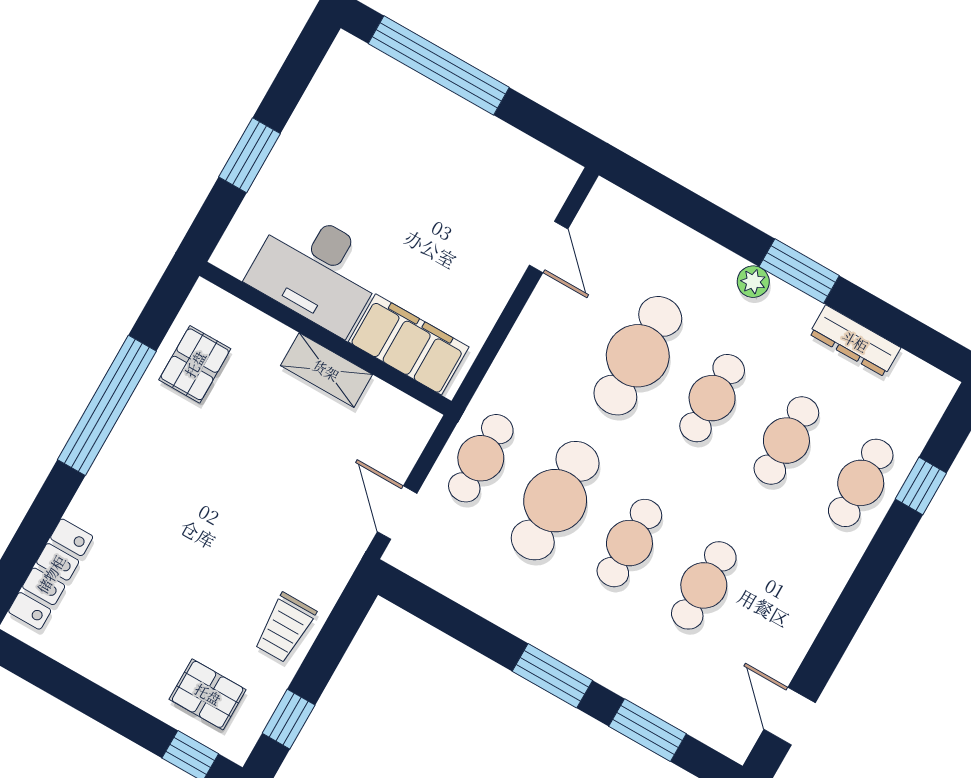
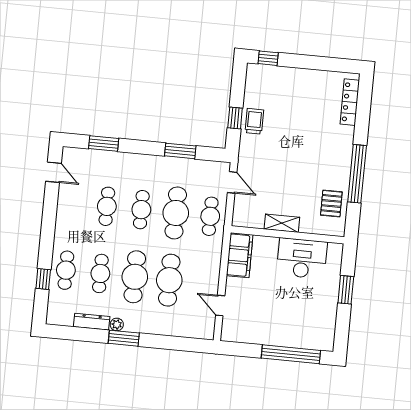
plant: (753, 282) -> (117, 324), moved
filing cabinet: (409, 344) -> (240, 255), moved, turned -90
cafe table: (712, 398) -> (135, 277), width x1.37, depth x1.35
window: (552, 676) -> (180, 151), moved
pallet: (208, 694) -> (272, 84), removed
window: (289, 719) -> (235, 118), moved

